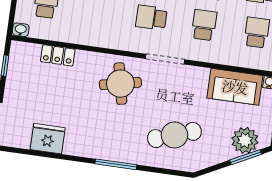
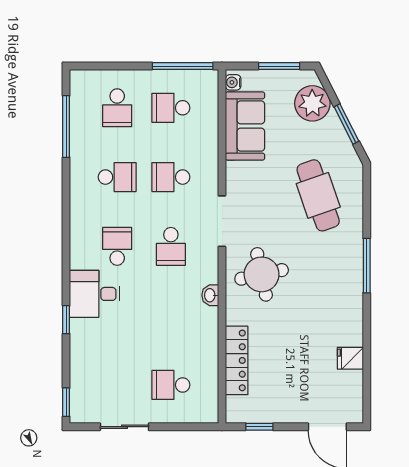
washbasin: (21, 30) -> (210, 295), moved
locker: (58, 55) -> (237, 360), width x1.53
fridge: (48, 139) -> (350, 358), width x0.53, depth x0.75
window: (246, 157) -> (346, 124), moved

